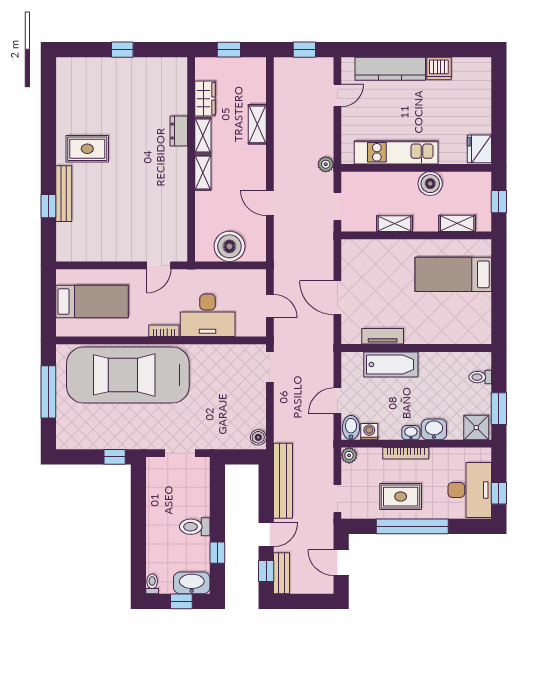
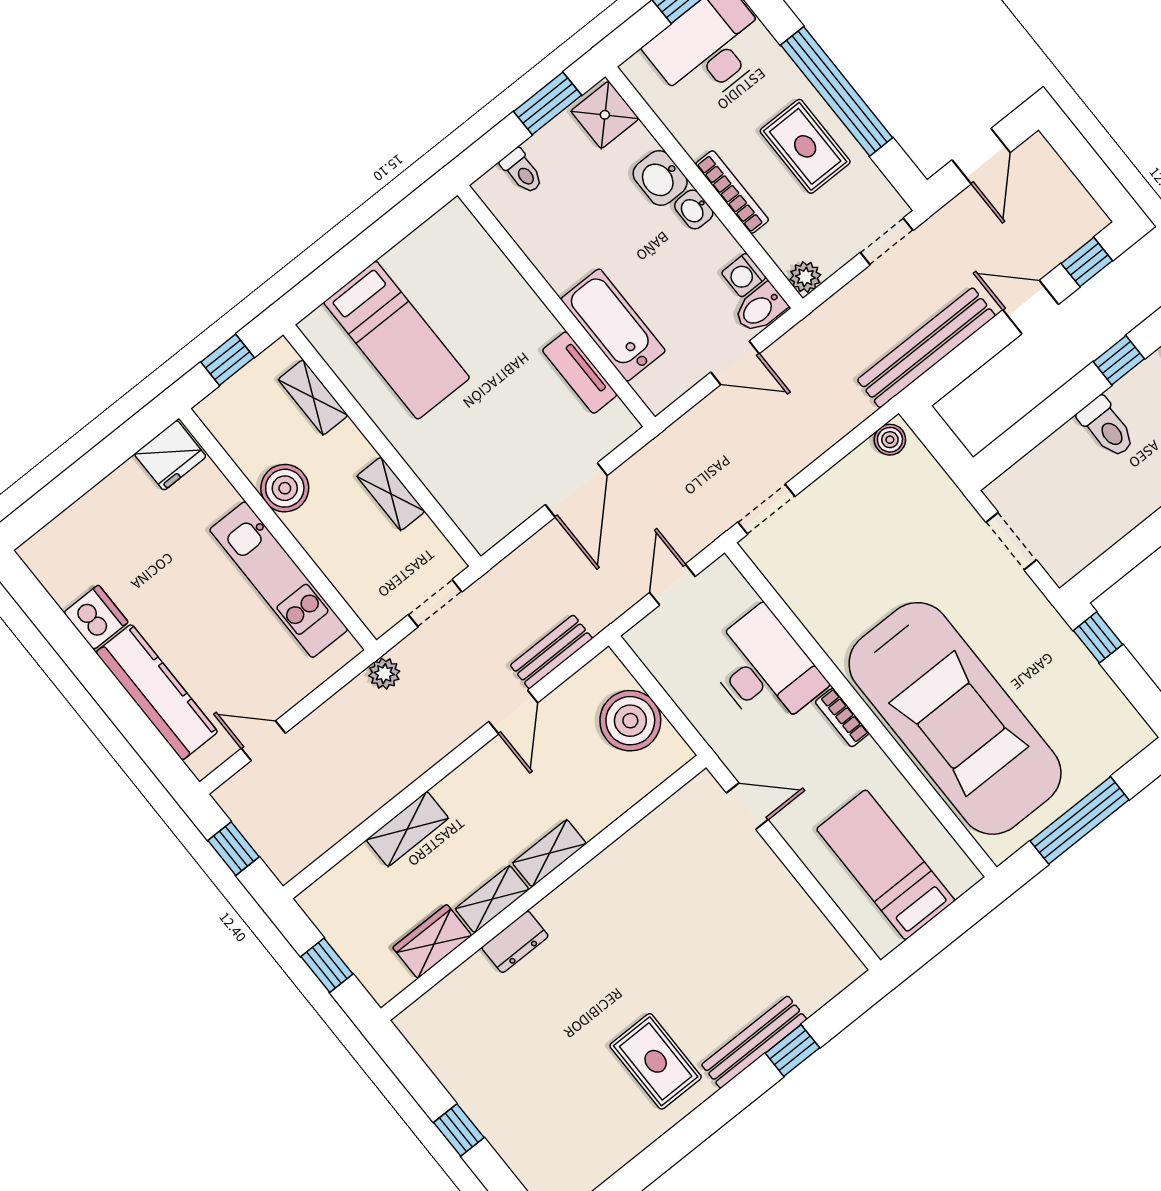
bench: (281, 573) -> (551, 652), moved

